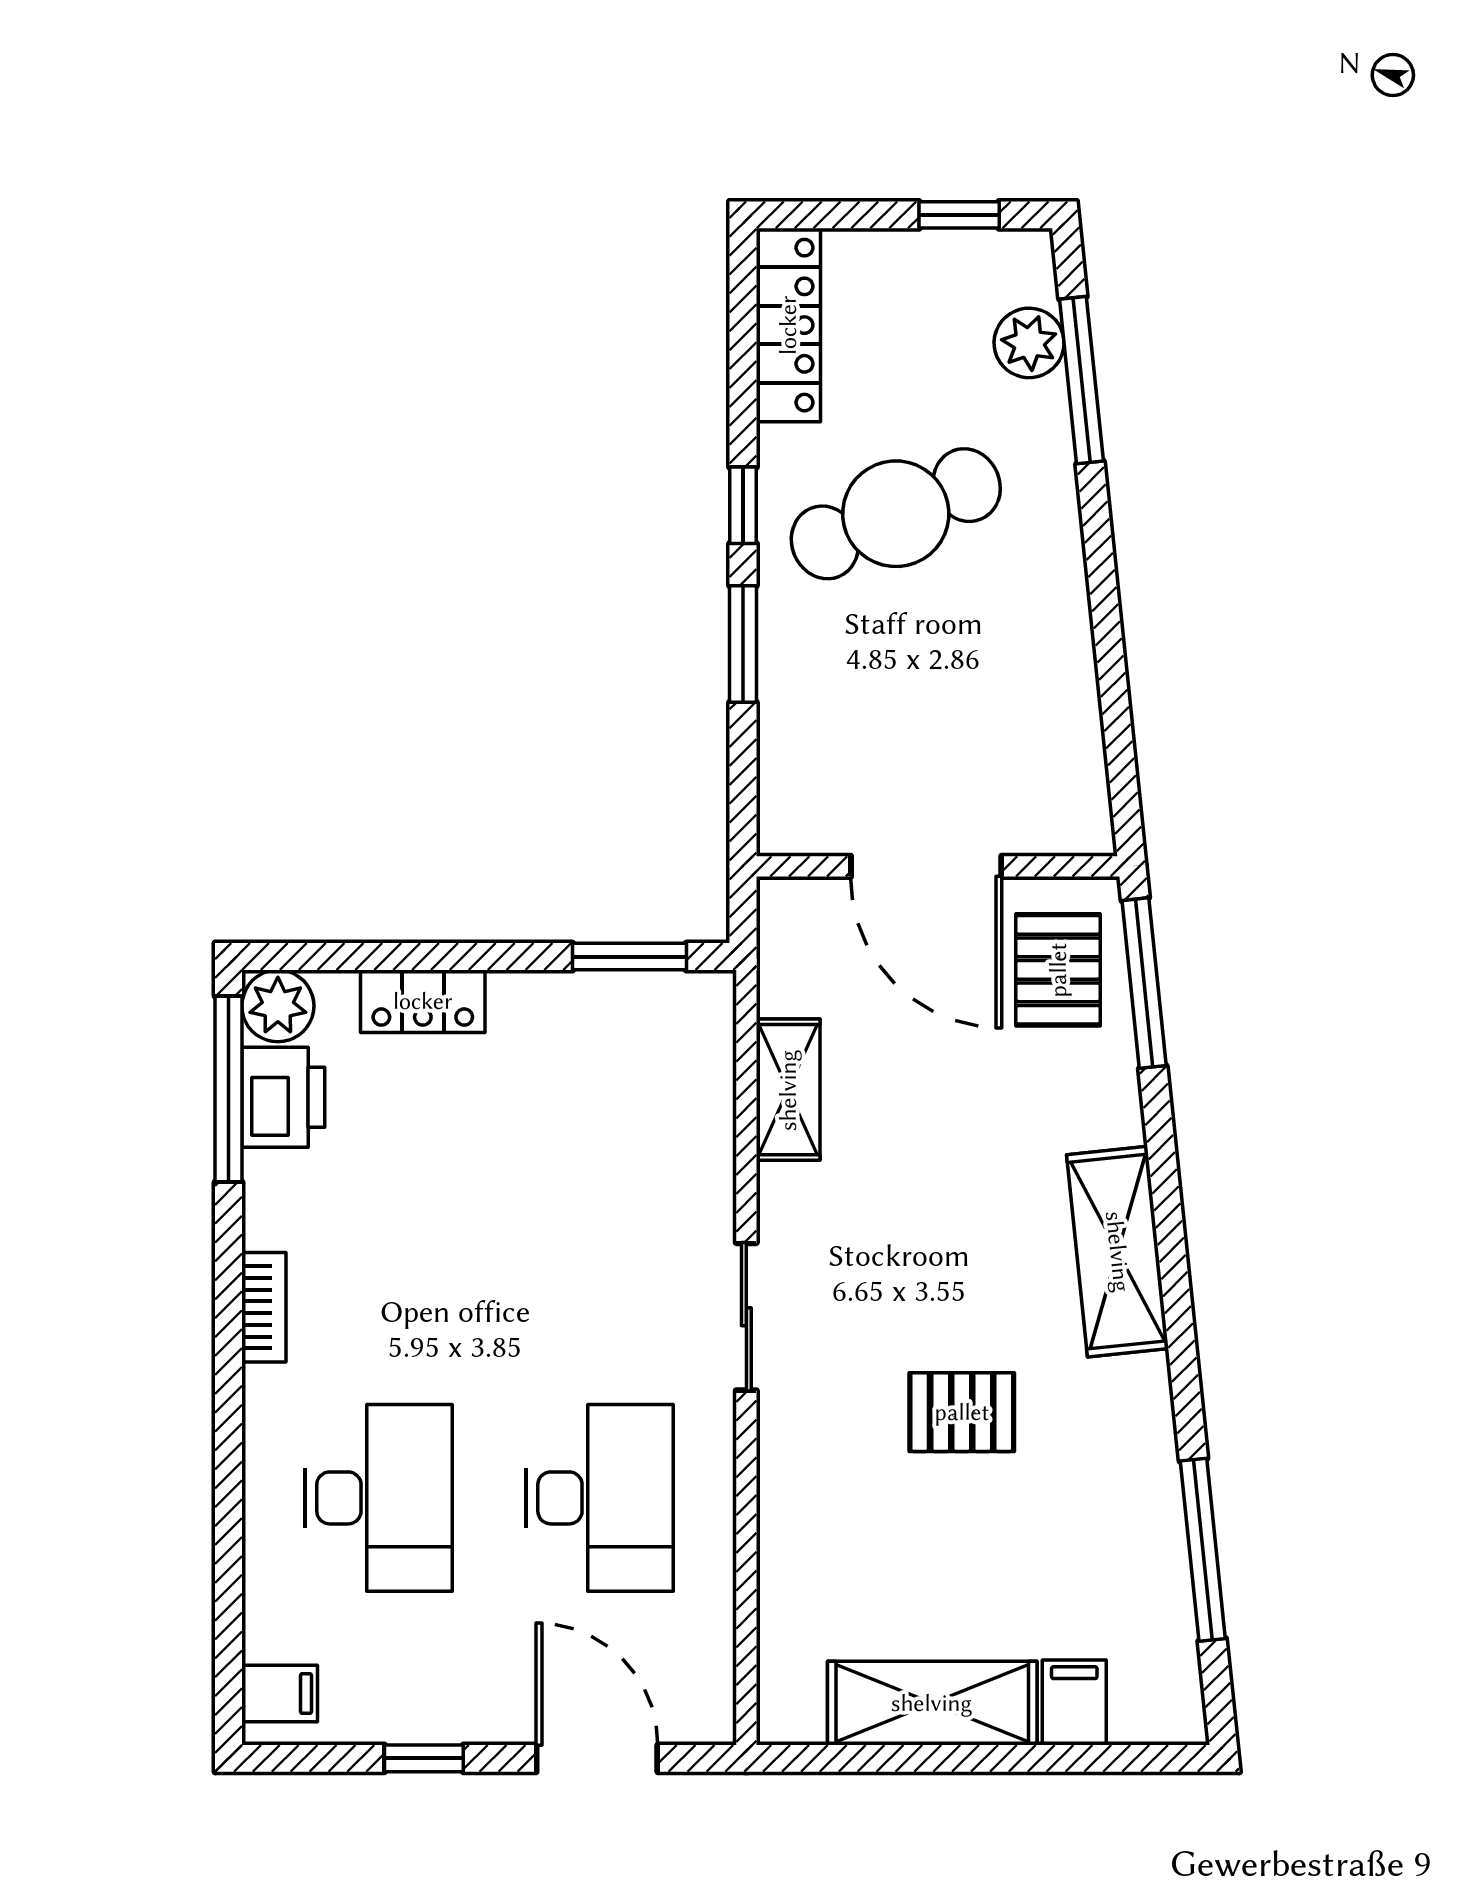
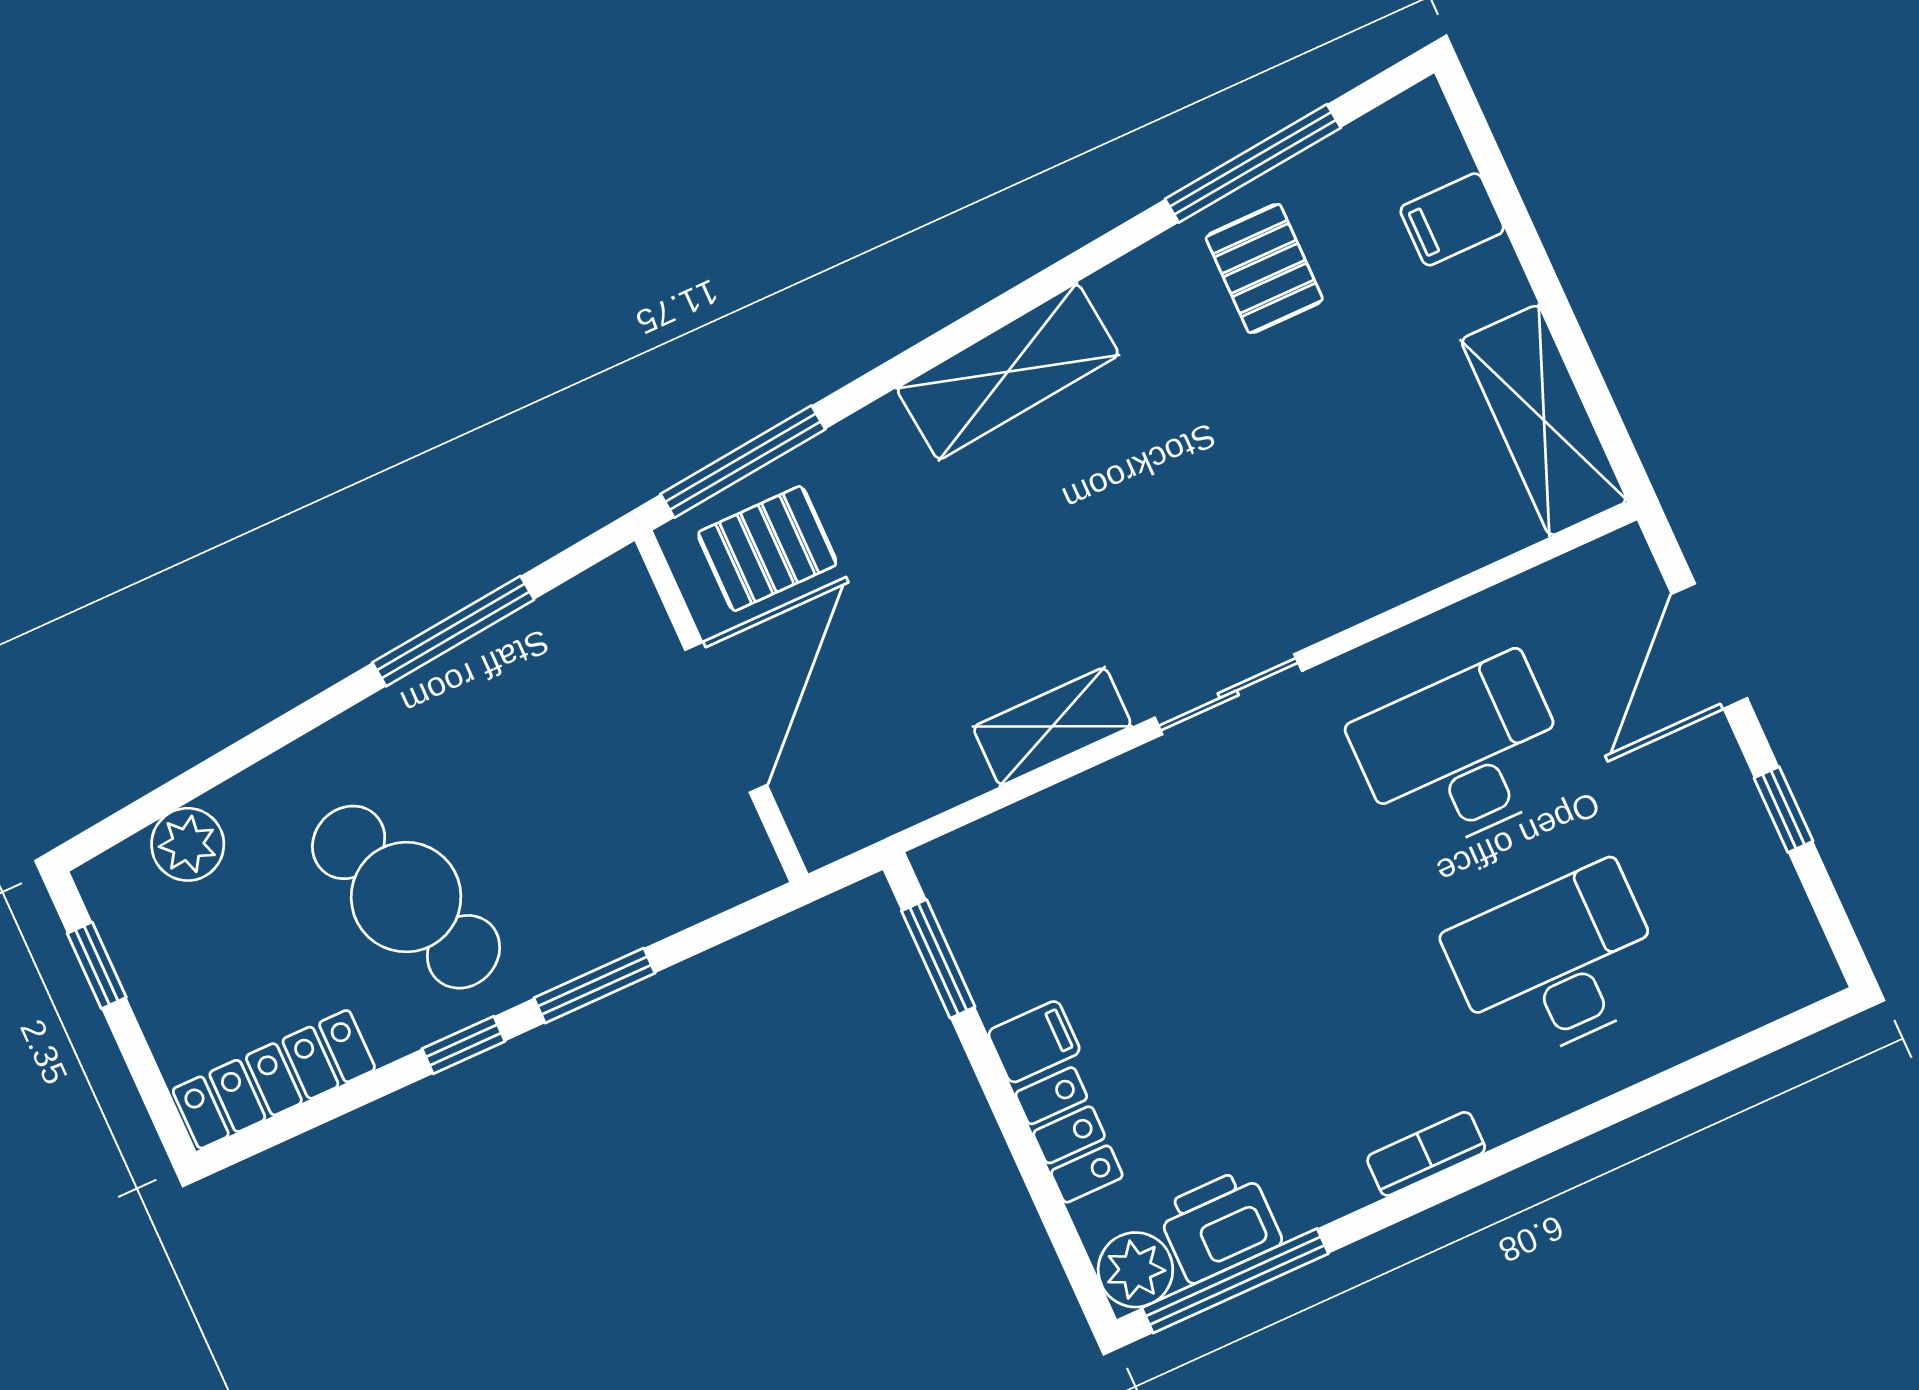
window: (1081, 380) -> (453, 631), moved
shelving: (788, 1090) -> (1052, 726), moved
pallet: (962, 1412) -> (1264, 268), moved
filing cabinet: (280, 1693) -> (1034, 1042), moved, turned 90
shelving: (932, 1703) -> (1544, 420), moved

